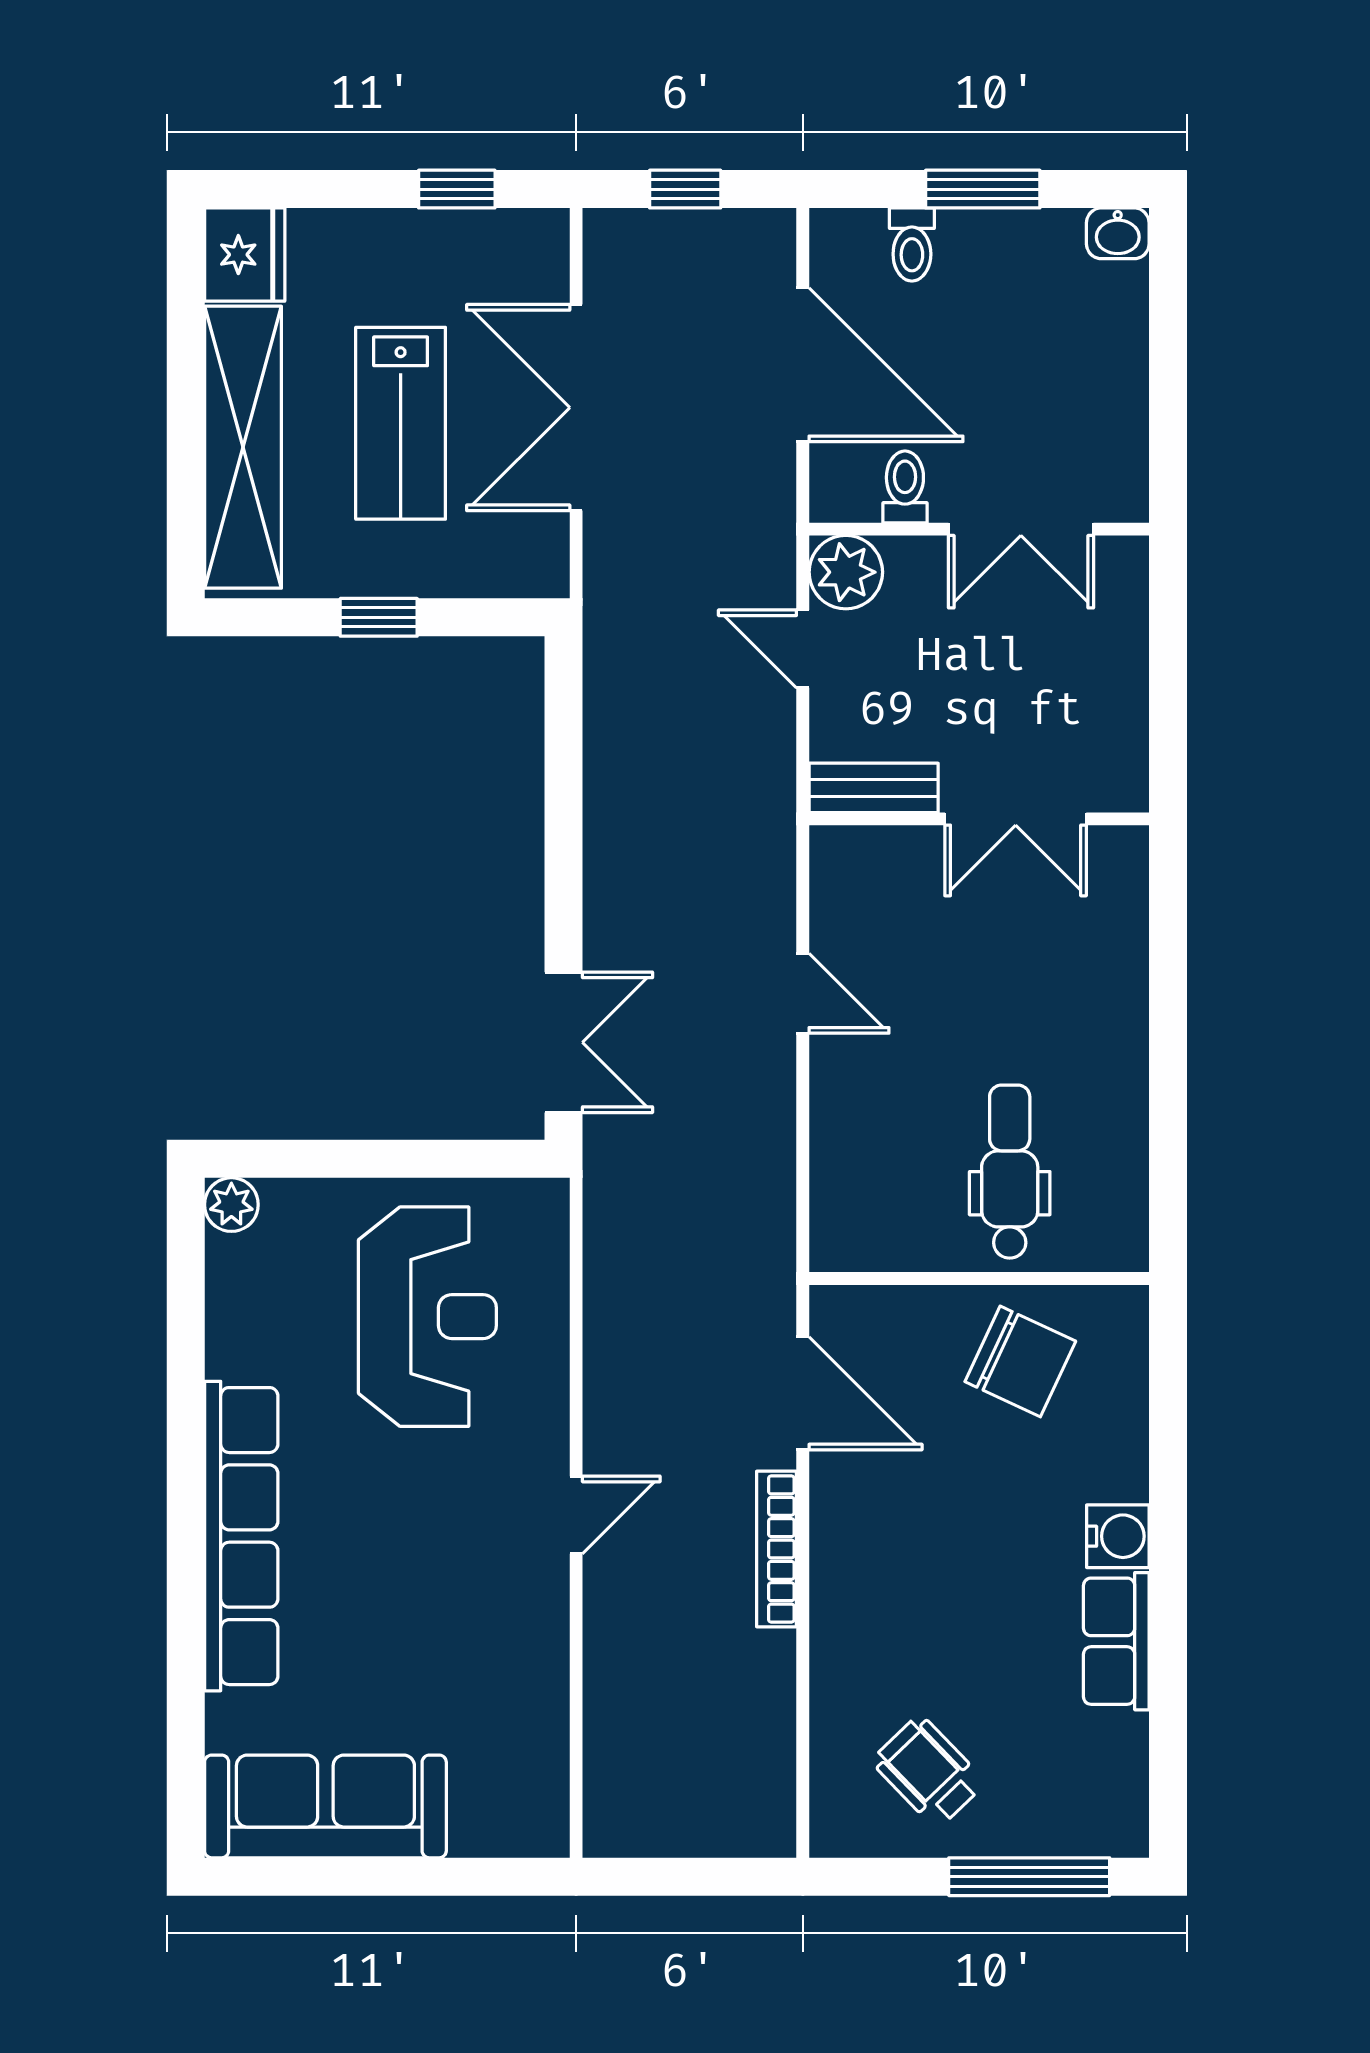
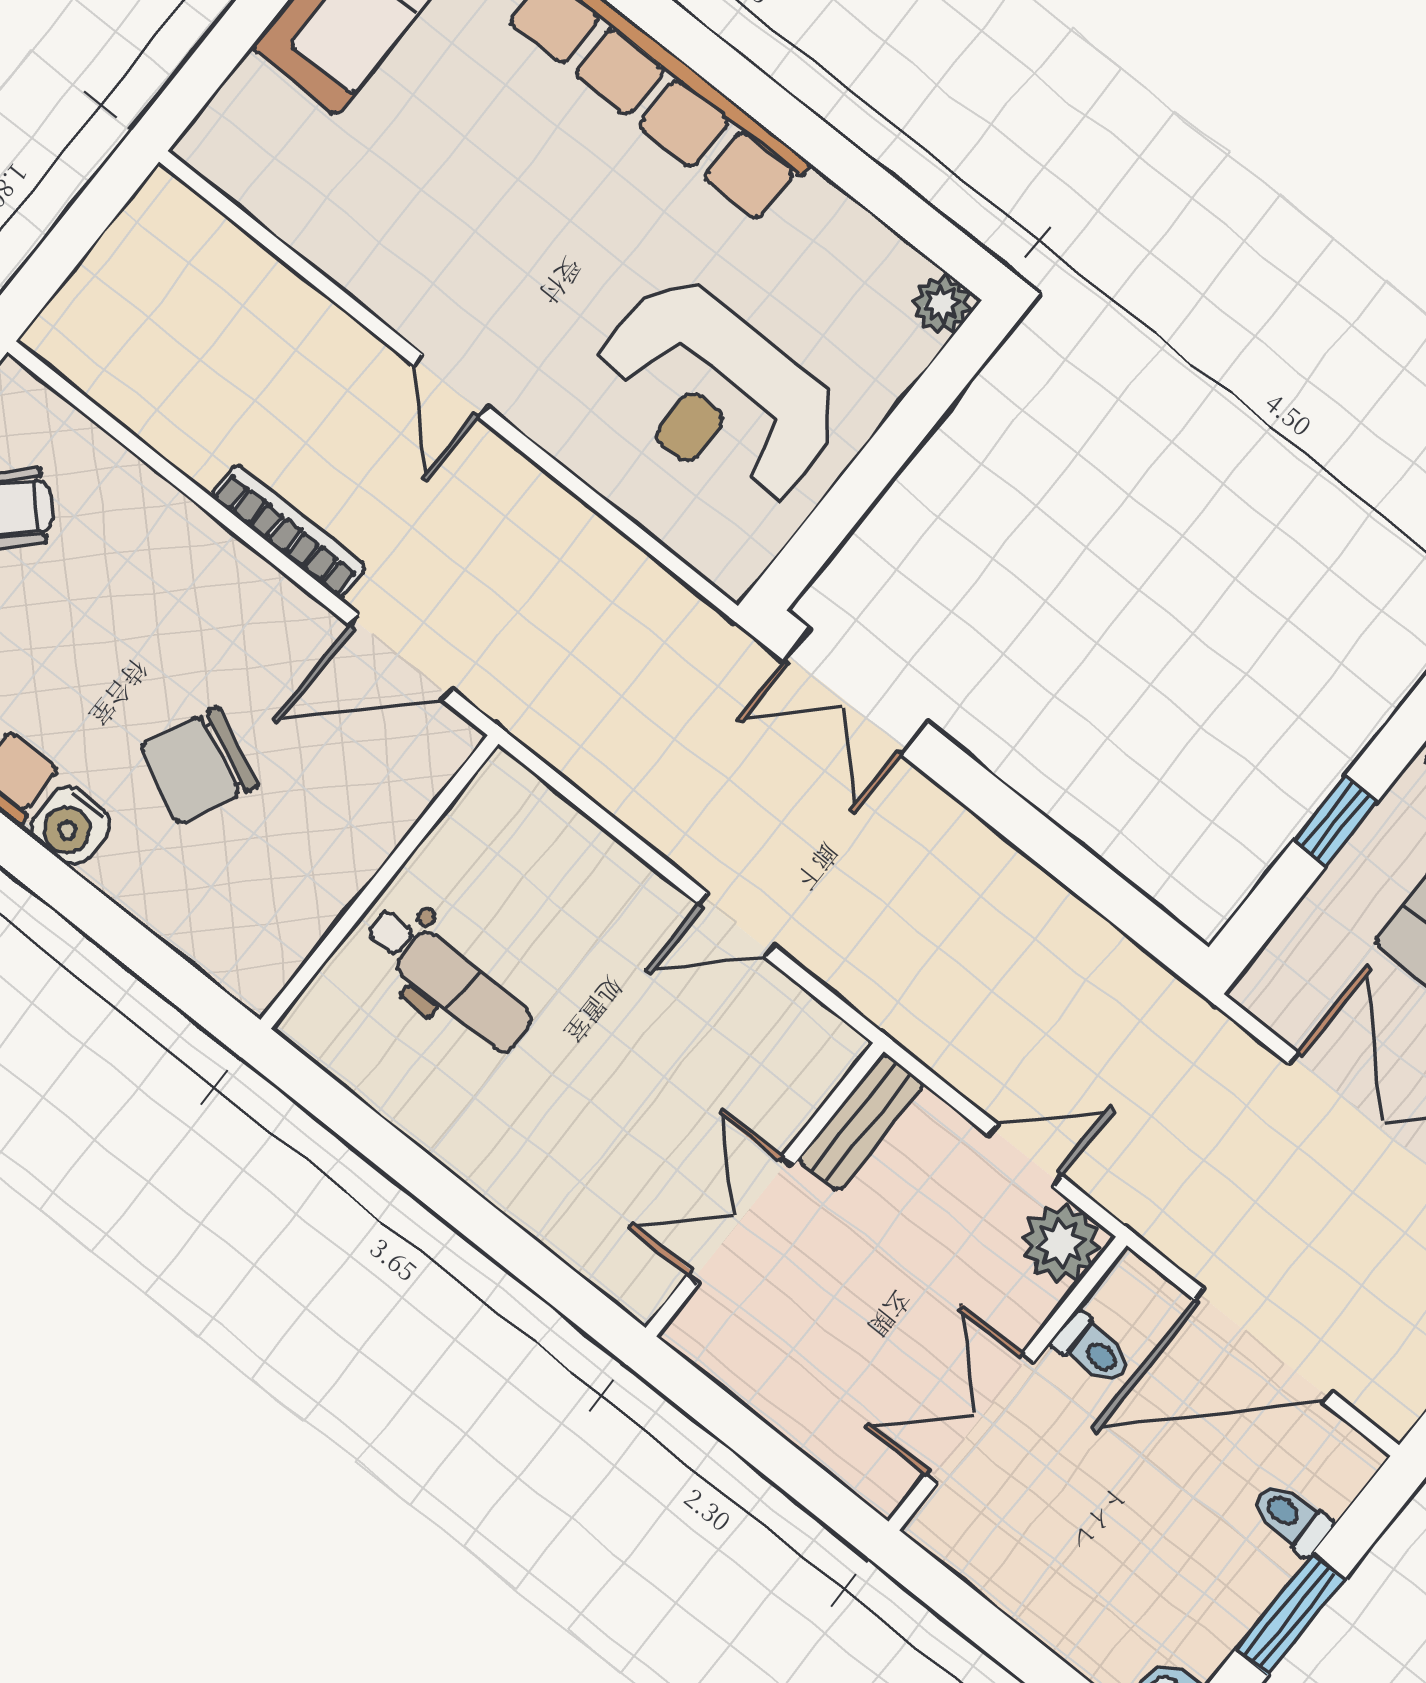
chair: (1020, 1361) -> (199, 766), moved

